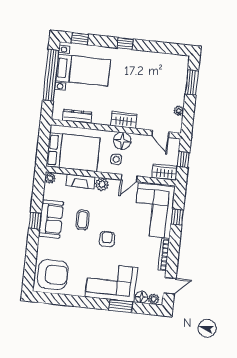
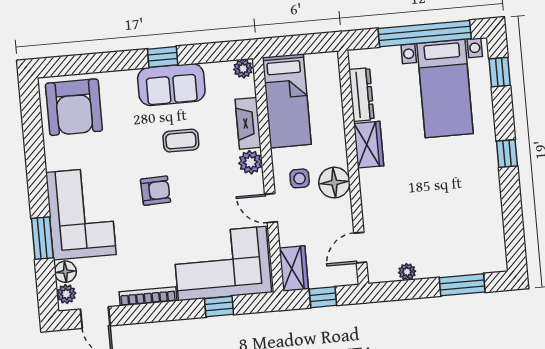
wardrobe: (124, 120) -> (369, 145), moved
bed: (73, 152) -> (287, 101), width x0.67

